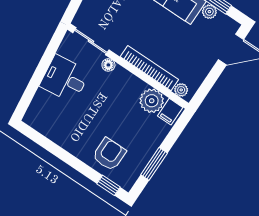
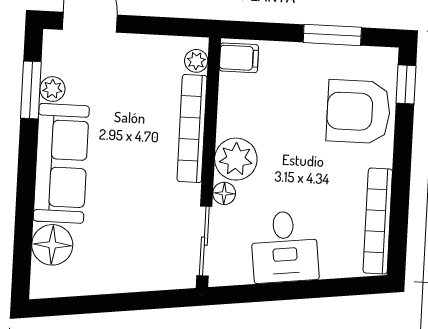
plant: (152, 101) -> (236, 159), moved
bookcase: (50, 132) -> (378, 221), added
armchair: (109, 154) -> (358, 112), width x1.36, depth x1.36

